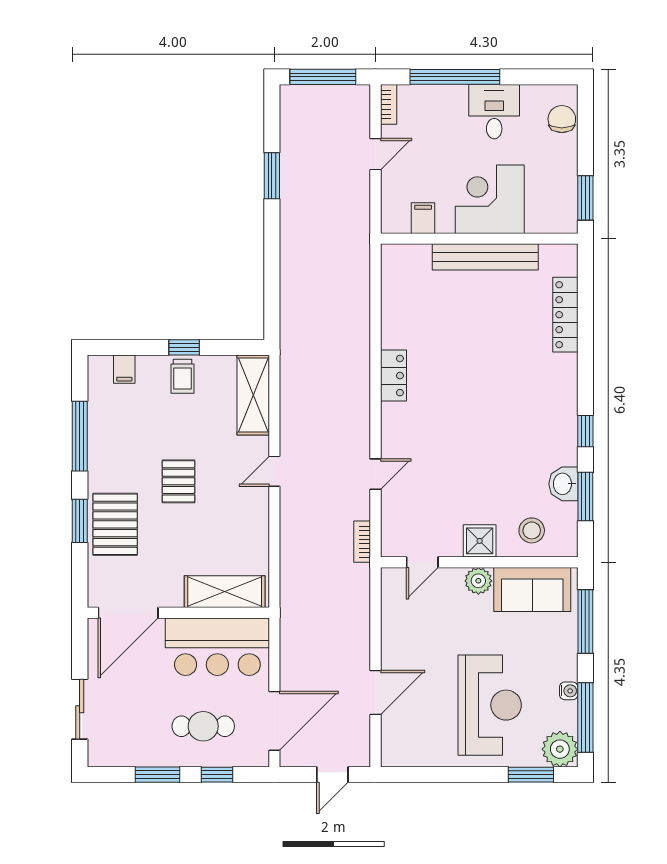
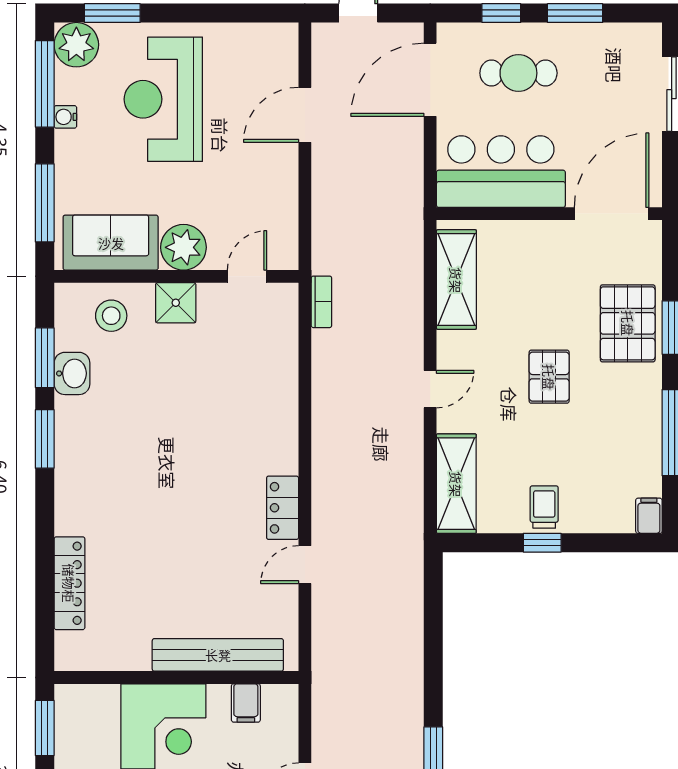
bench: (485, 257) -> (218, 655), moved
filing cabinet: (124, 369) -> (649, 516), moved
window: (585, 431) -> (45, 439), width x1.50
door: (376, 474) -> (305, 565), moved
plant: (478, 581) -> (183, 247), width x1.36, depth x1.36
shelving: (225, 592) -> (456, 280), moved, turned 90

